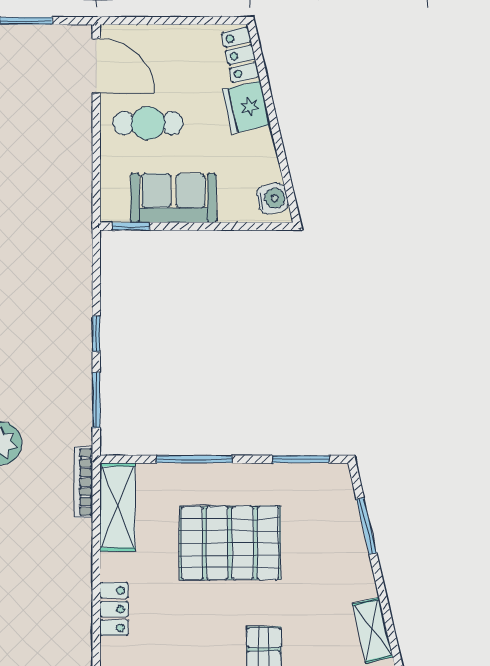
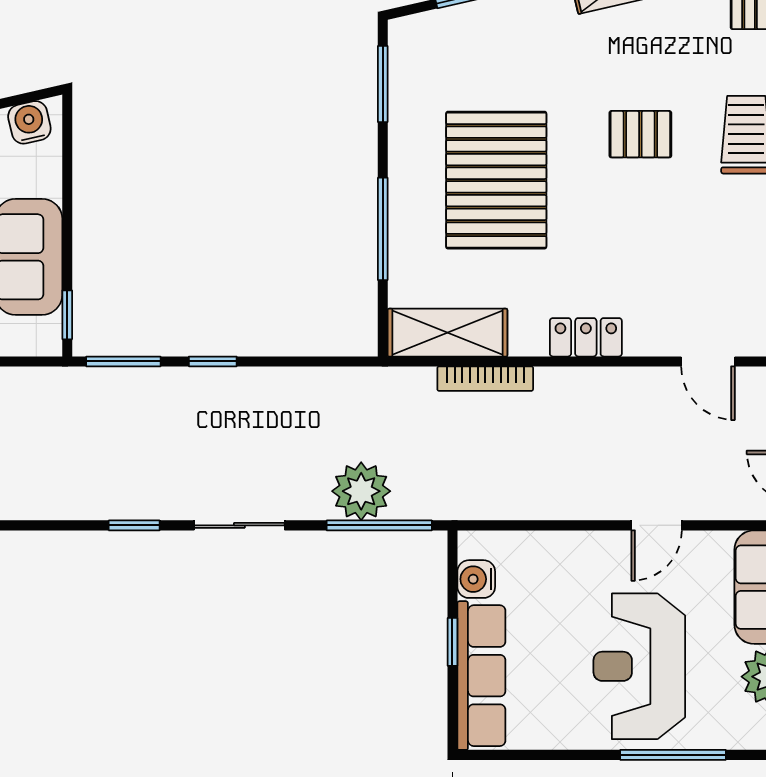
window: (96, 400) -> (123, 361), moved
bookcase: (83, 482) -> (485, 379), moved

